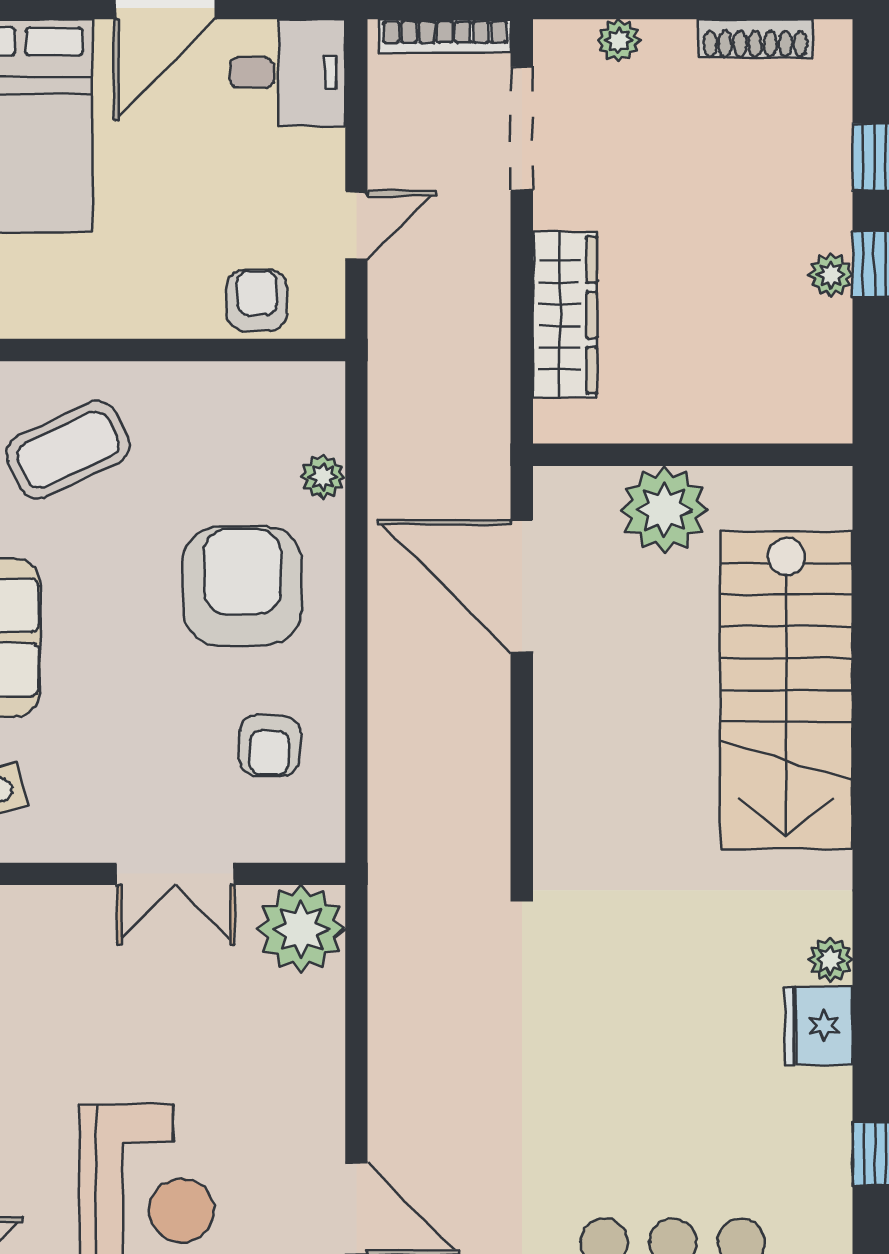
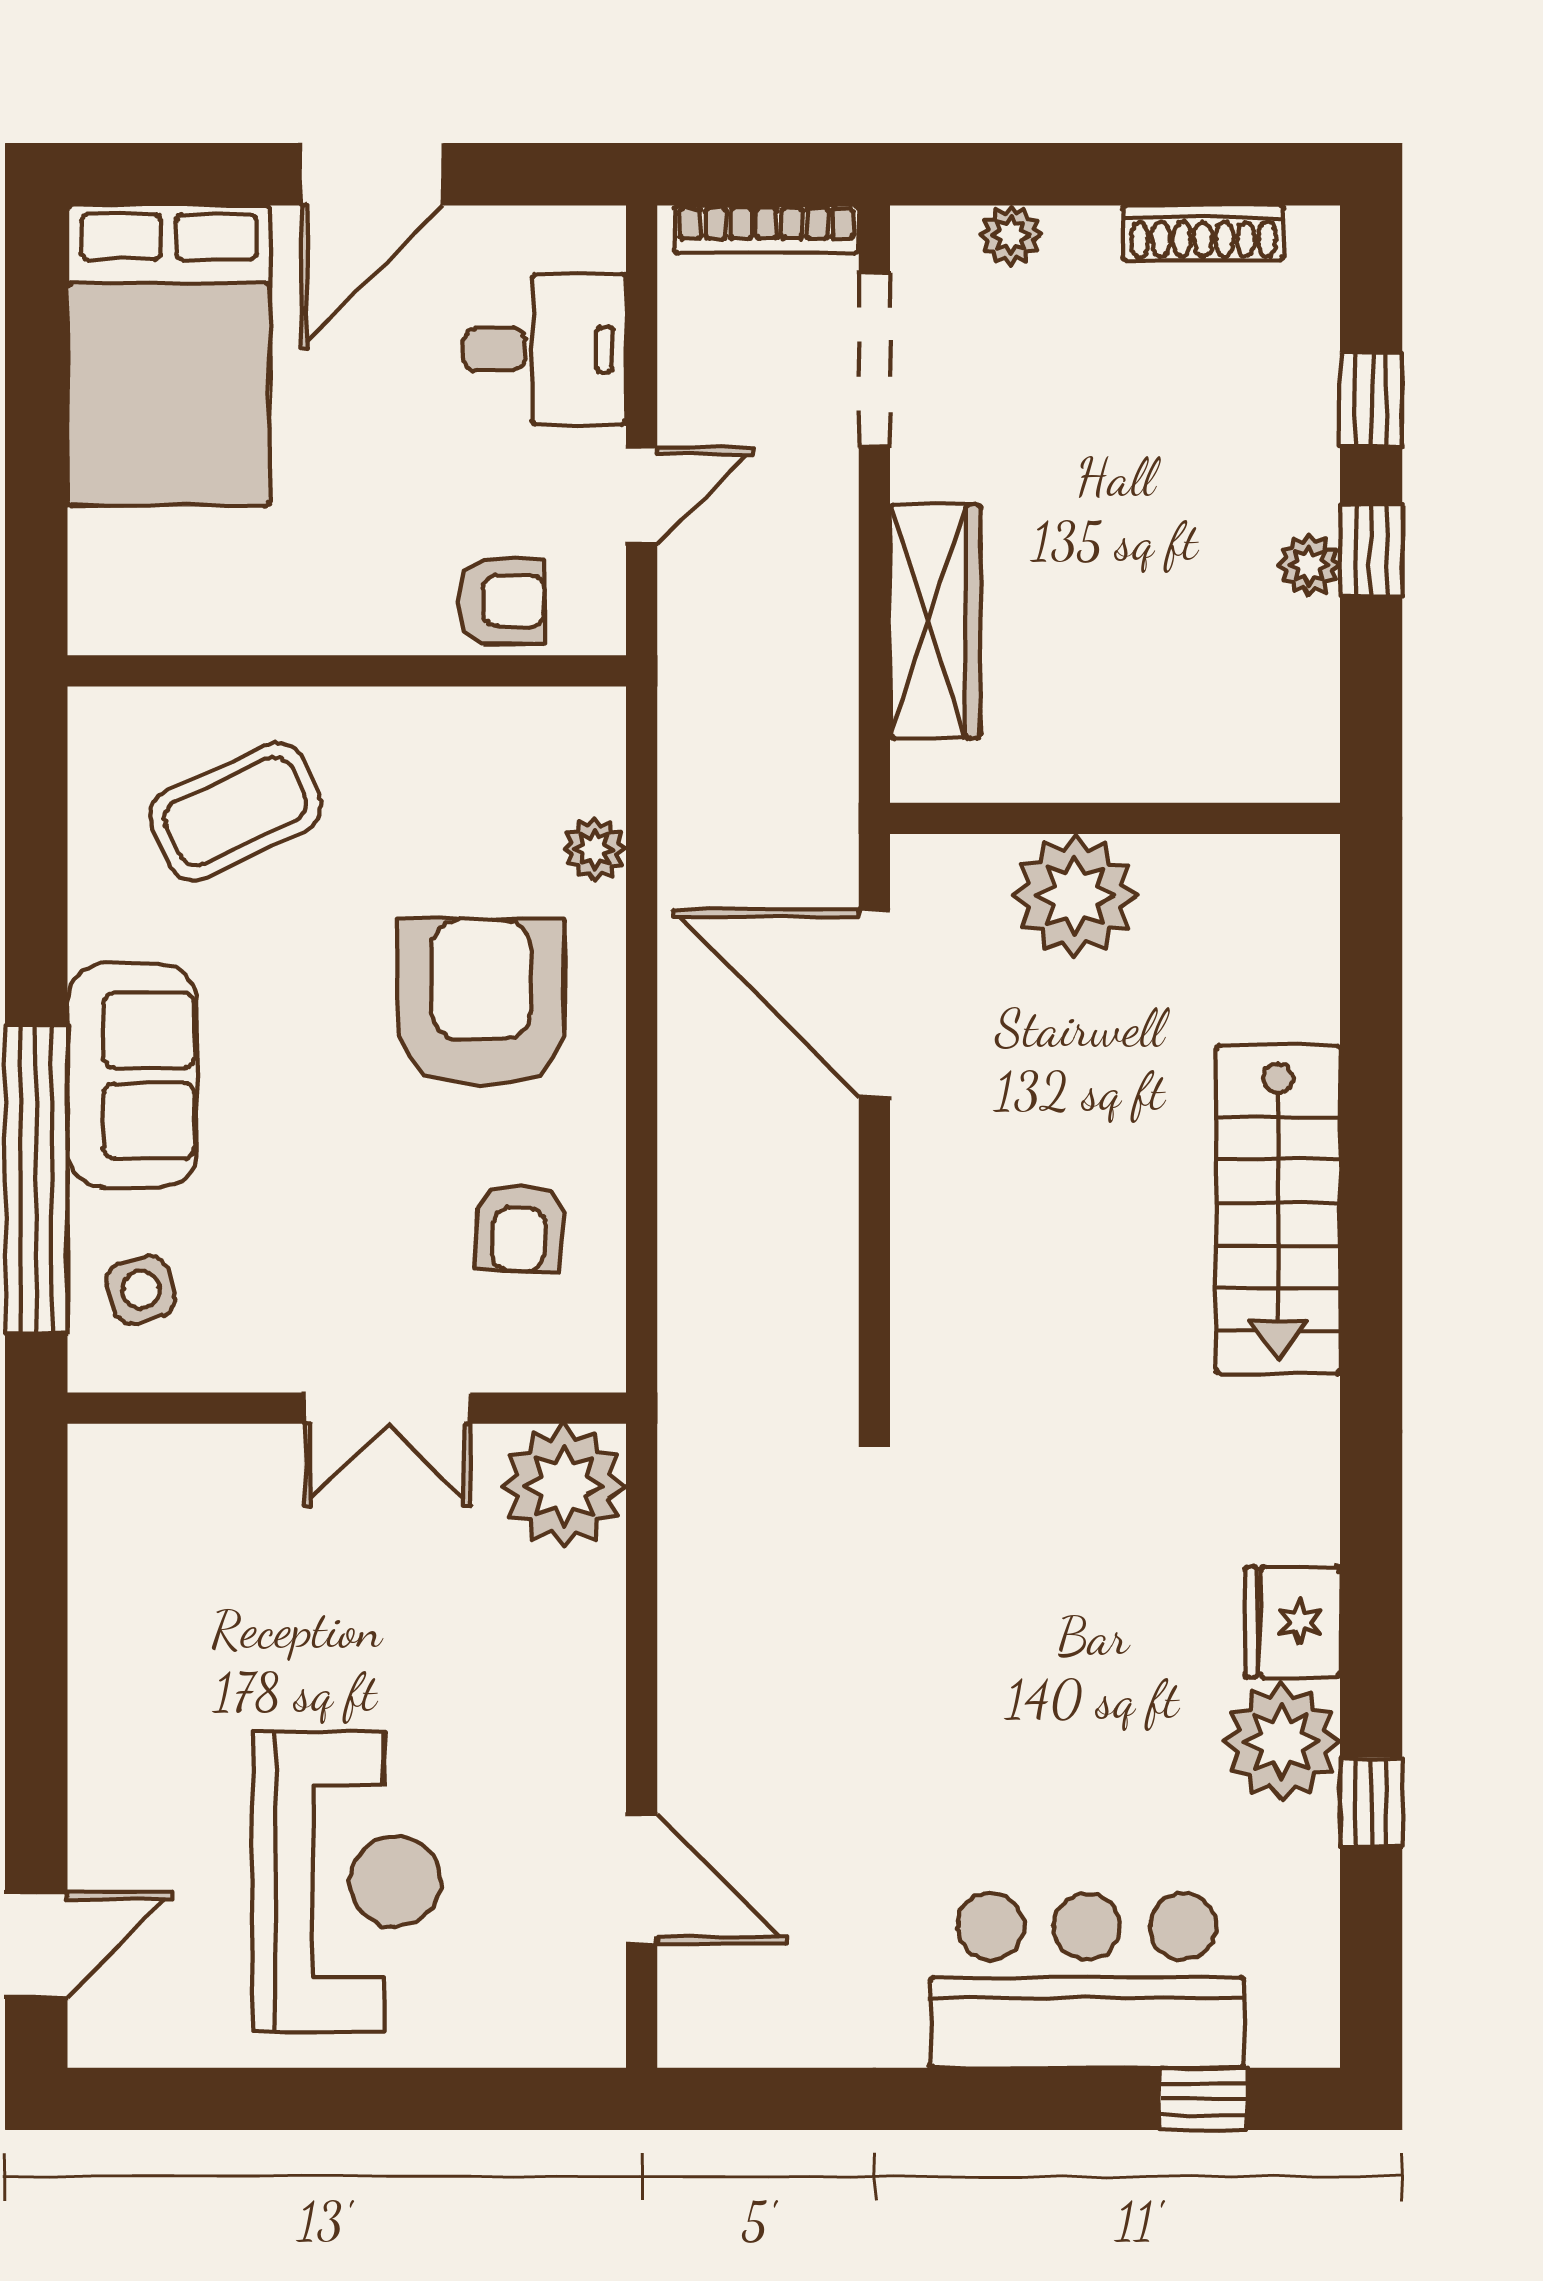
desk: (288, 73) -> (545, 349), moved
armchair: (257, 300) -> (501, 601), turned 90
stairs: (786, 690) -> (1278, 1209), width x0.73, depth x0.66
plant: (830, 960) -> (1282, 1742), moved, width x1.88, depth x1.88

